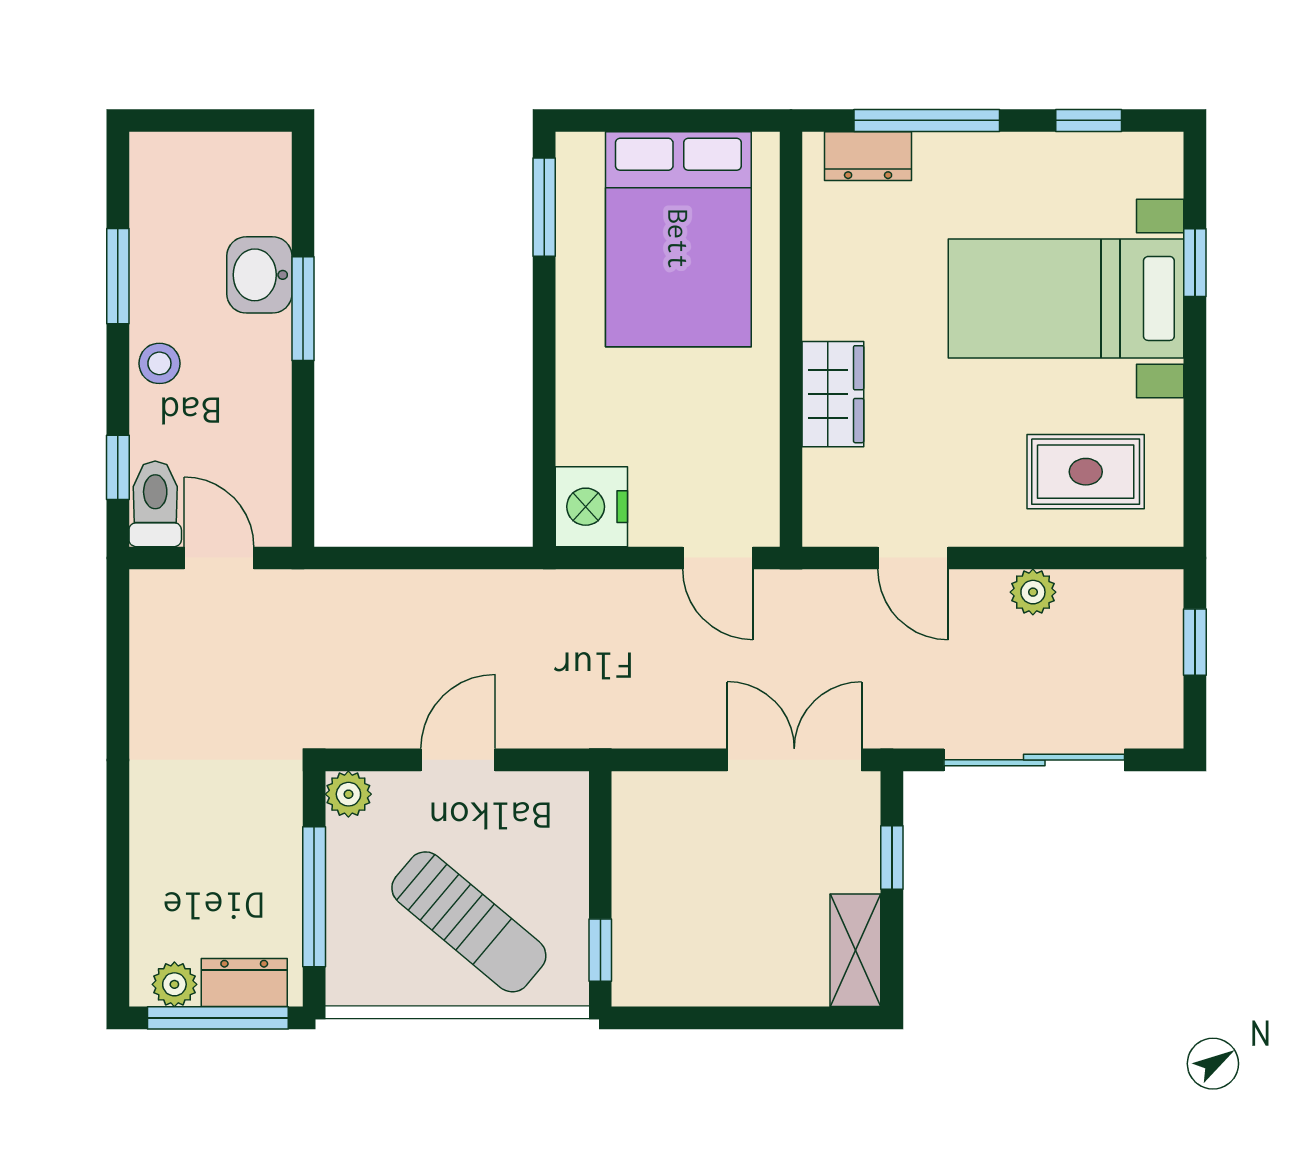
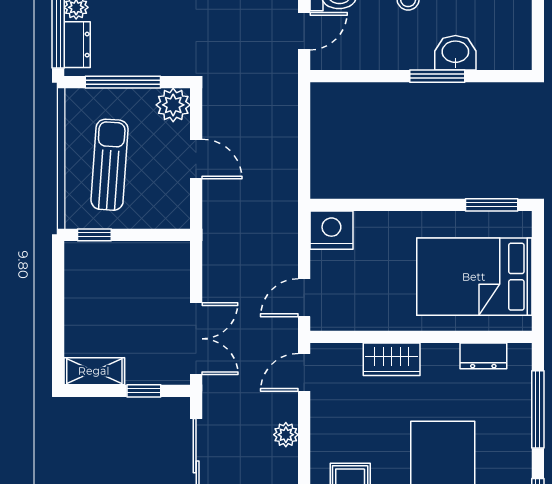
dresser: (868, 156) -> (483, 356), moved, turned -90
door: (913, 558) -> (304, 372), moved
plant: (1033, 592) -> (286, 435), moved
plant: (348, 794) -> (173, 105), width x1.38, depth x1.38
sun lounger: (469, 922) -> (110, 165), turned 144

